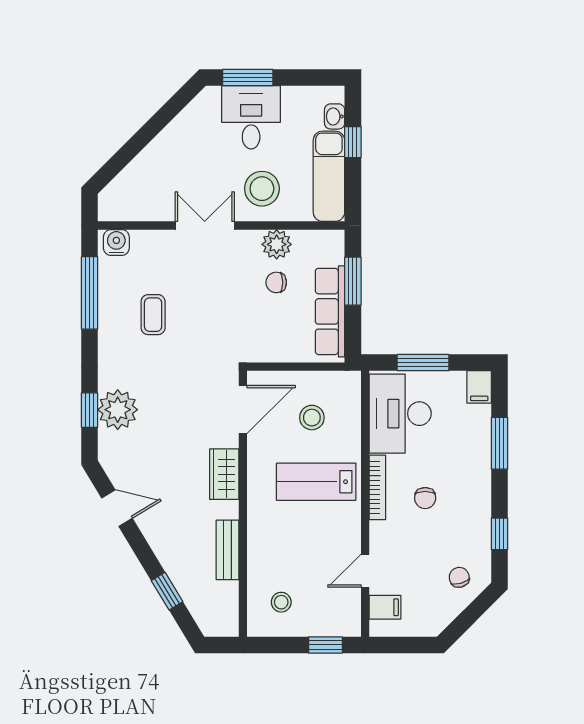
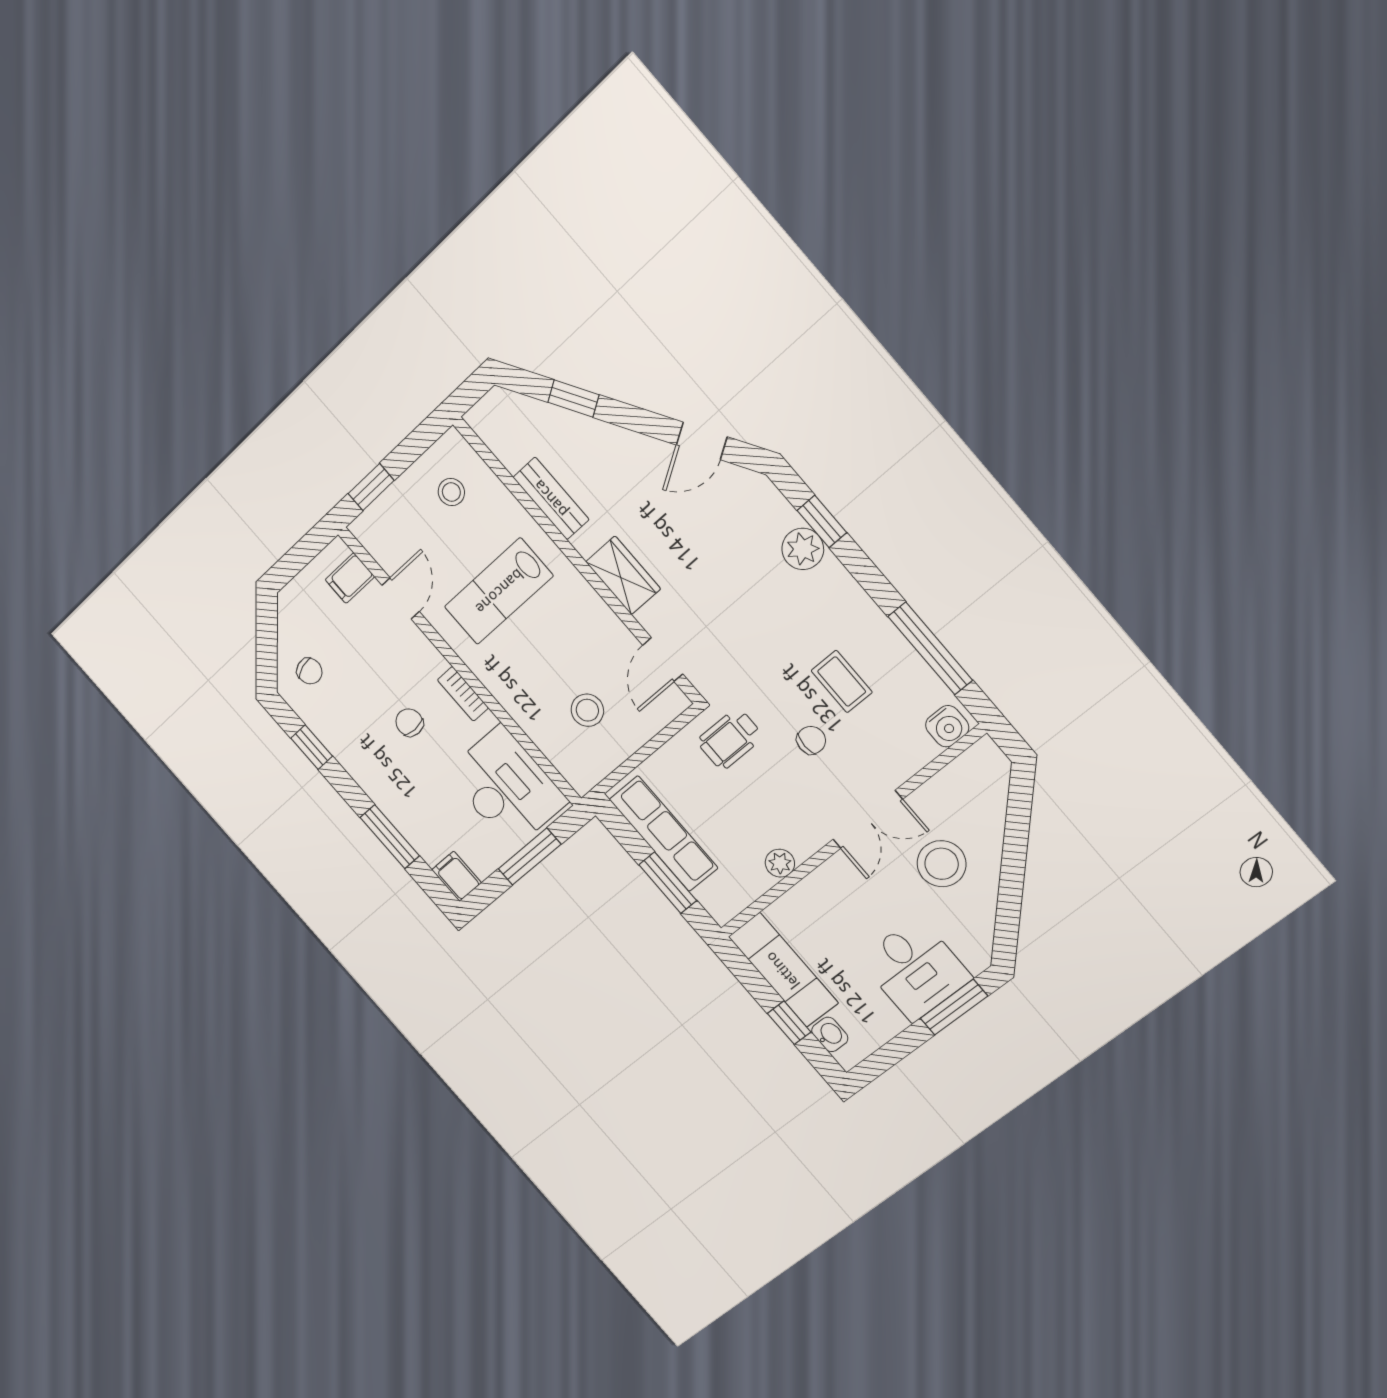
stool: (262, 189) -> (942, 864), moved
plant: (277, 244) -> (780, 863), width x0.73, depth x0.73
chair: (276, 282) -> (811, 740), moved
wheelchair: (244, 334) -> (730, 739), added
plant: (118, 410) -> (803, 549), width x0.73, depth x0.73
door: (243, 410) -> (663, 660), width x0.73
lab bench: (316, 482) -> (499, 591), moved, turned 180
bookcase: (377, 487) -> (463, 694), width x0.64

